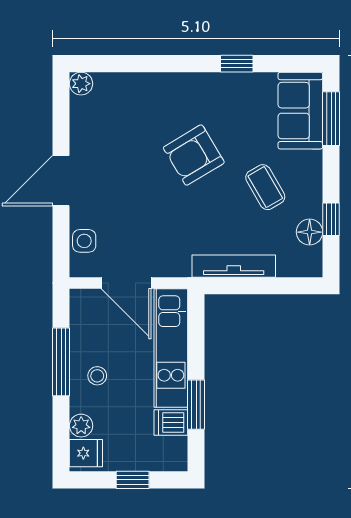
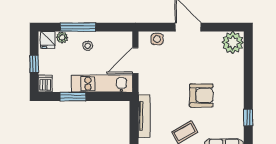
plant: (81, 84) -> (233, 43), width x1.88, depth x1.88
armchair: (194, 155) -> (201, 95), turned 121
window: (61, 362) -> (78, 27), moved
dishwasher: (171, 422) -> (45, 84), moved

